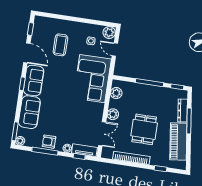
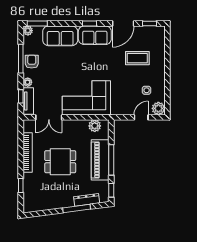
corner sofa: (92, 79) -> (86, 98), moved
plant: (113, 114) -> (71, 126), removed
piano: (178, 142) -> (100, 160), moved, turned -83

